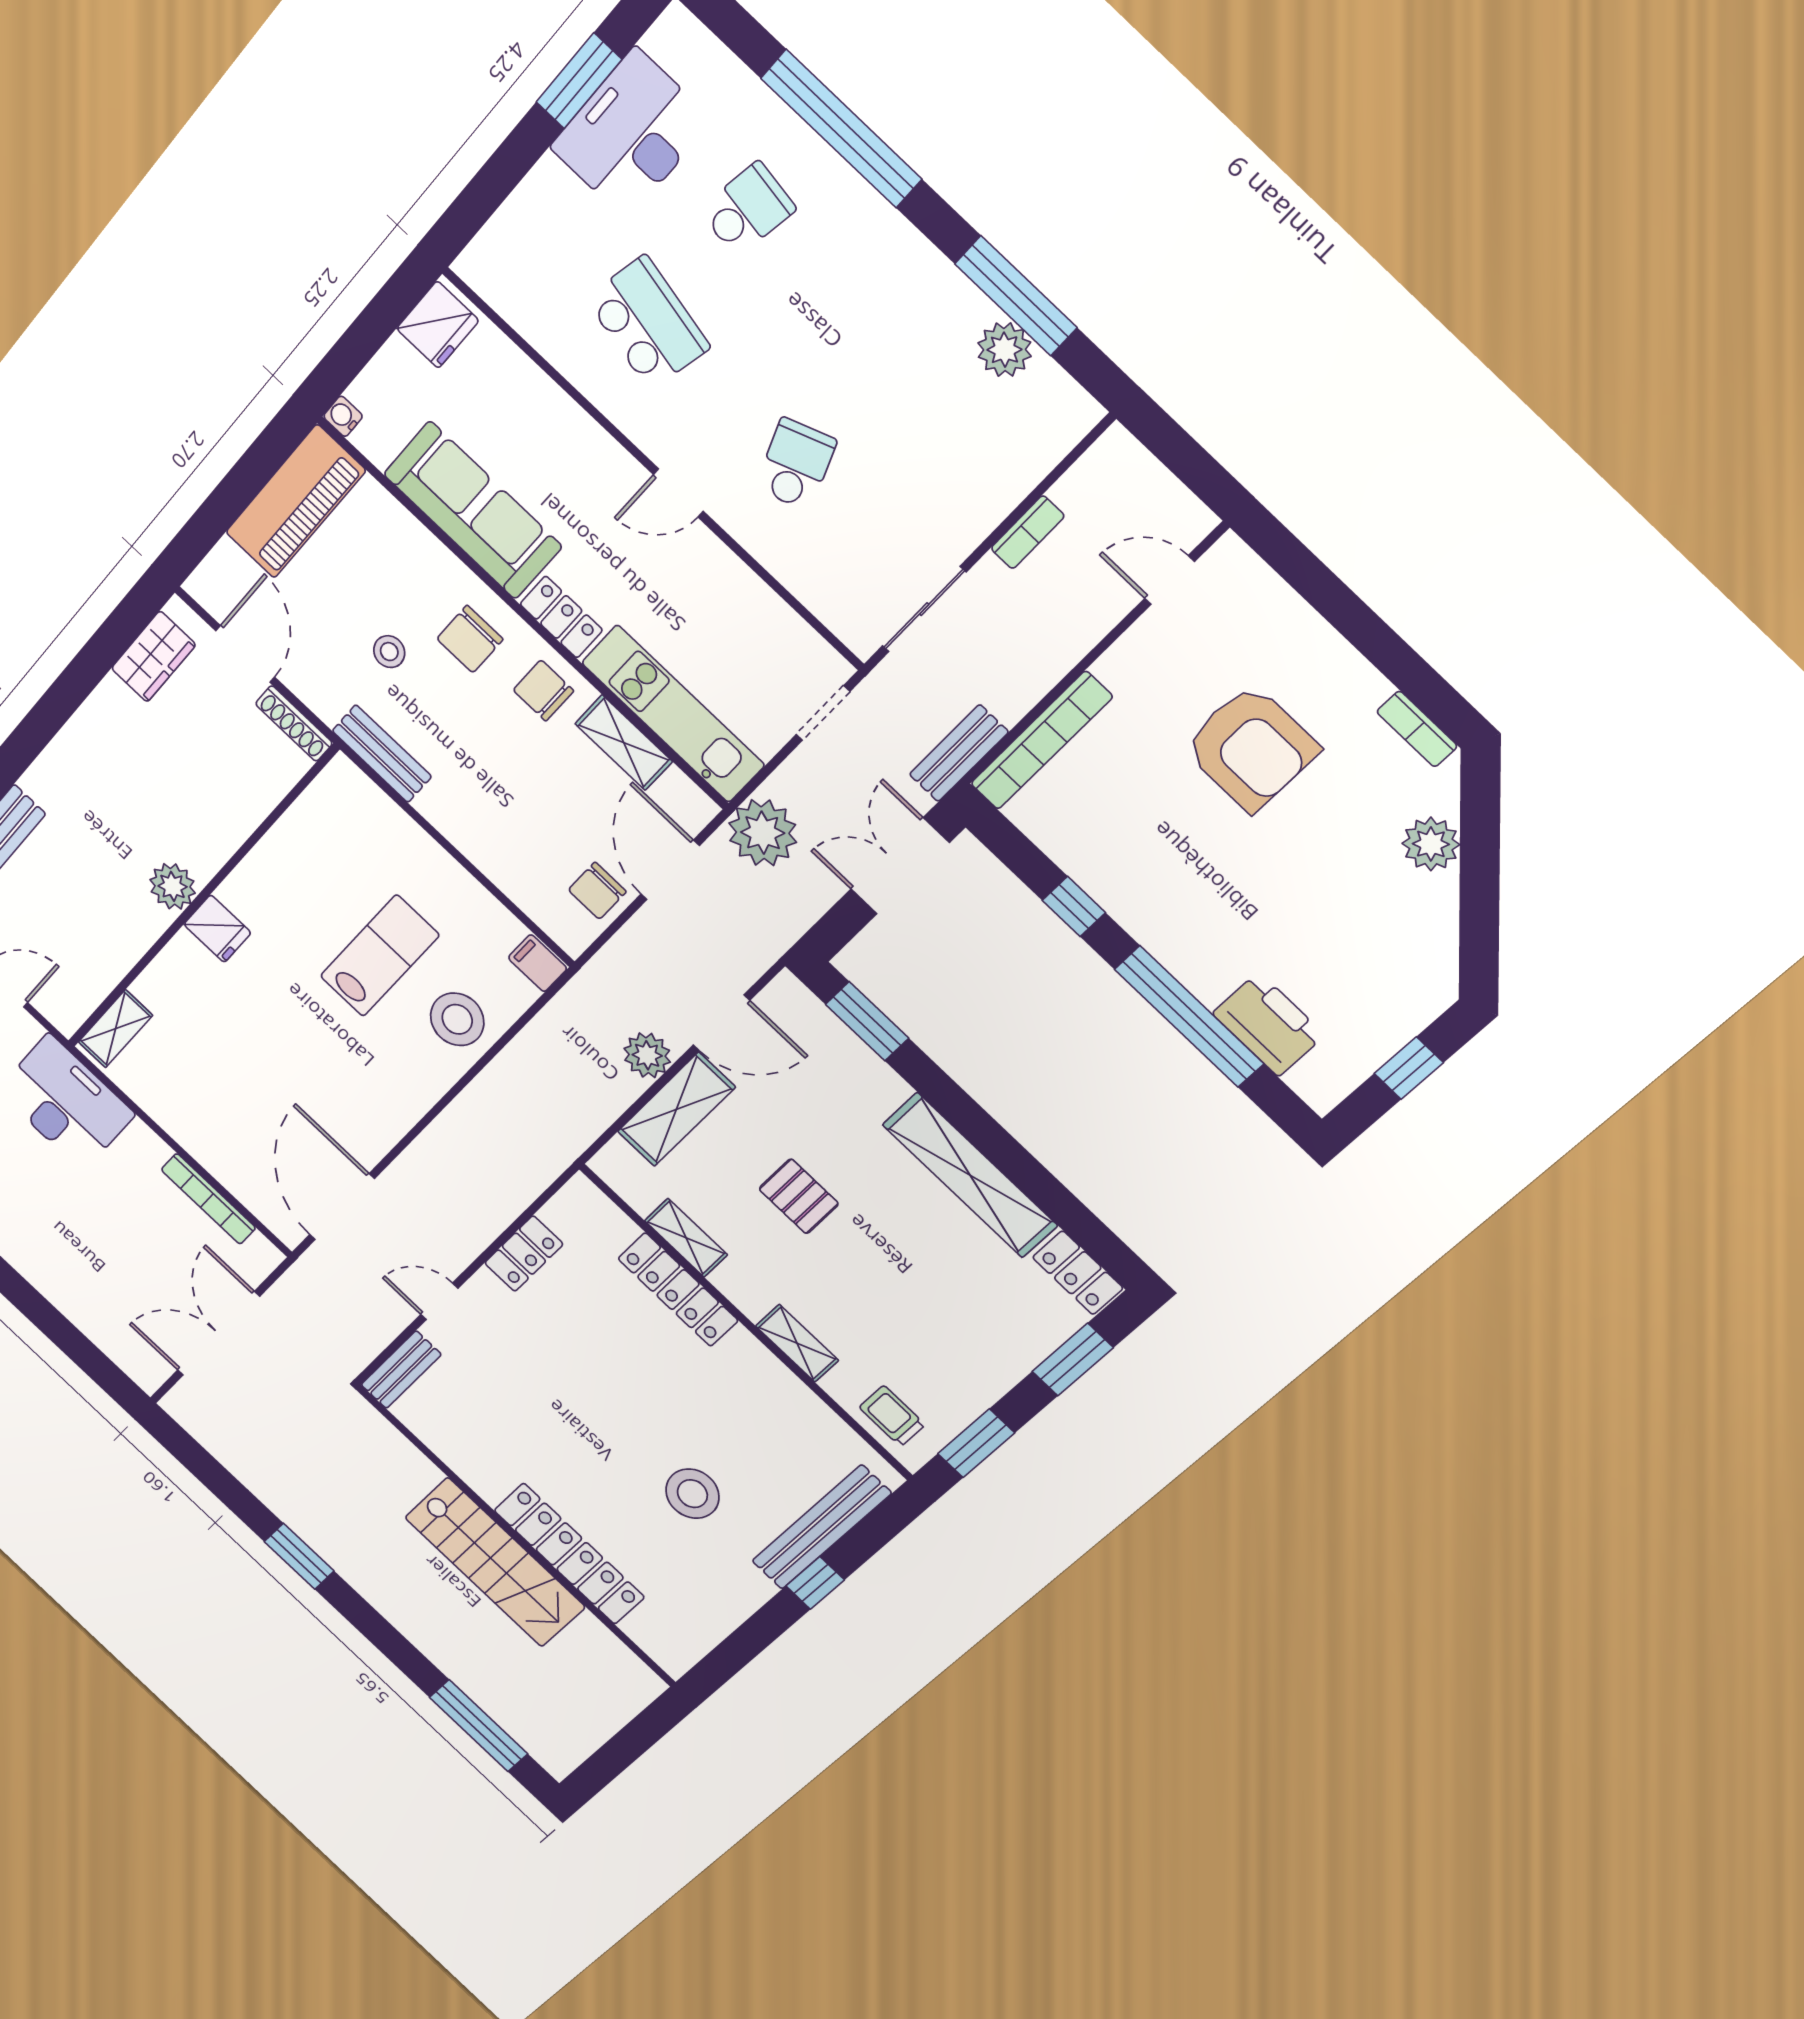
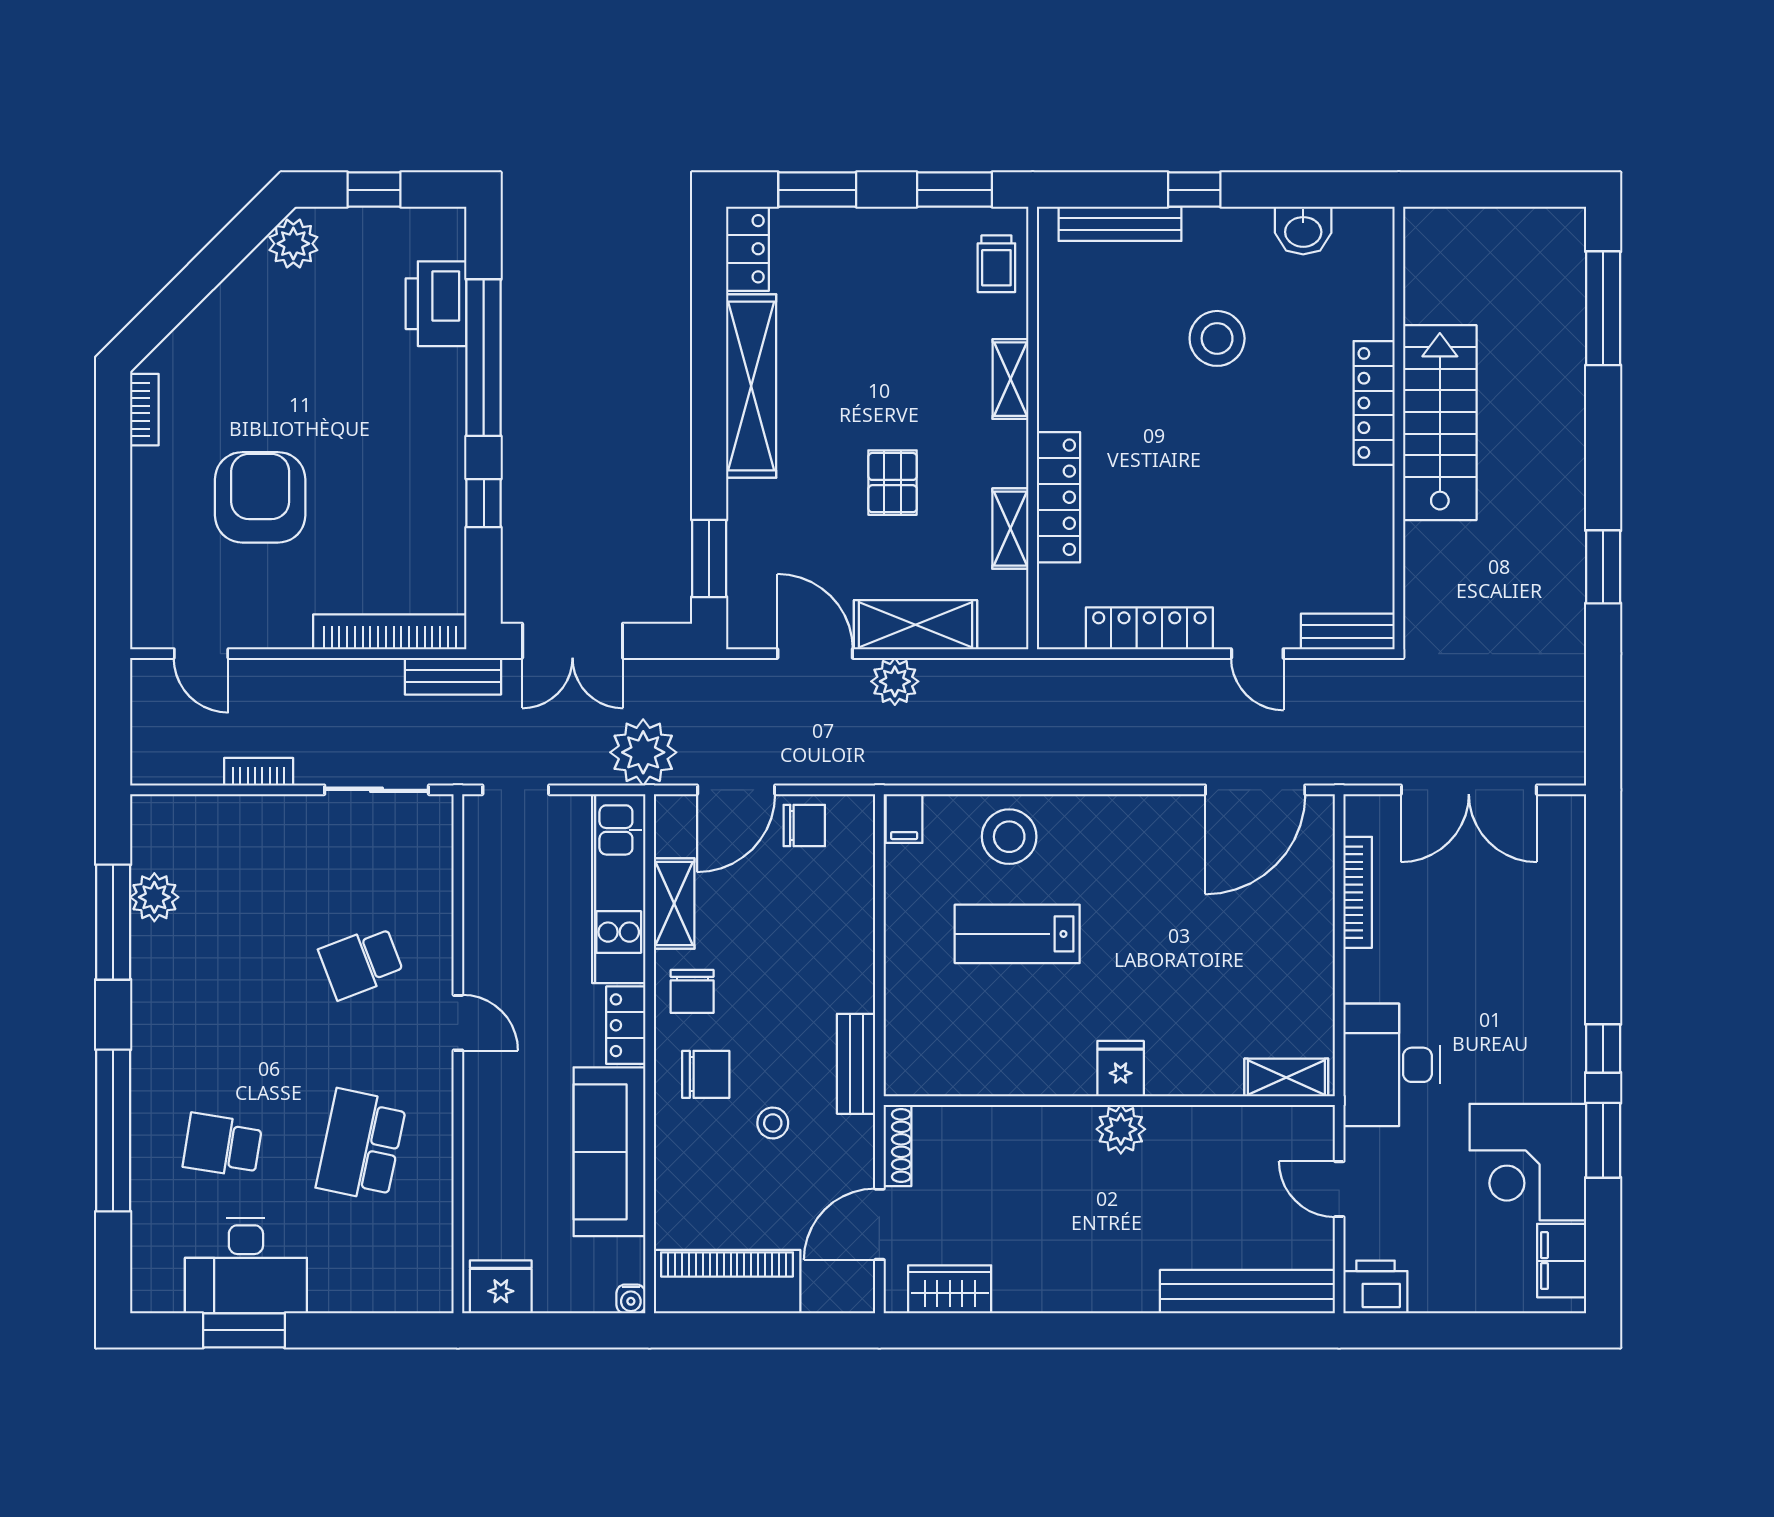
plant: (1431, 844) -> (293, 244), moved
locker: (524, 1254) -> (1149, 628), width x1.53
bench: (821, 1527) -> (1120, 224), width x0.73, depth x0.82
locker: (569, 1554) -> (1374, 403), width x0.71, depth x0.83
washbasin: (716, 1616) -> (1303, 230), added

